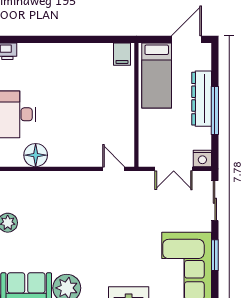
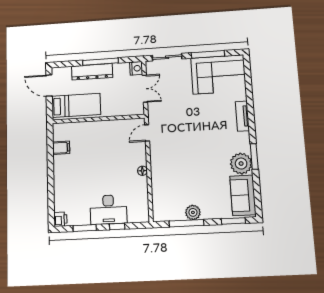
filing cabinet: (122, 54) -> (61, 148), moved
floor lamp: (36, 155) -> (142, 171), moved, width x0.53, depth x0.53
window: (215, 255) -> (208, 54), width x1.44

